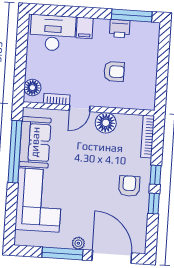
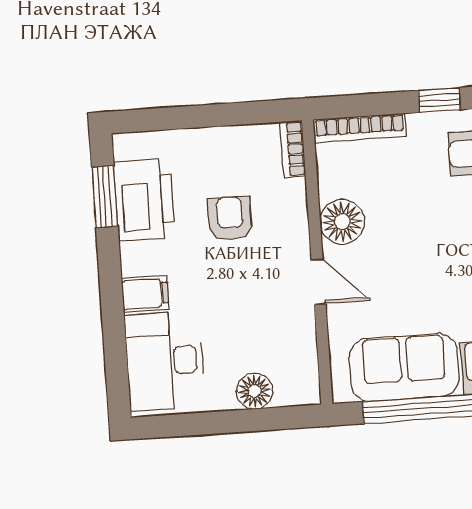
window: (132, 15) -> (105, 197), width x0.69
printer: (120, 29) -> (144, 200), width x1.87, depth x1.48
floor lamp: (32, 88) -> (255, 391), moved
bookcase: (57, 99) -> (293, 149), moved

